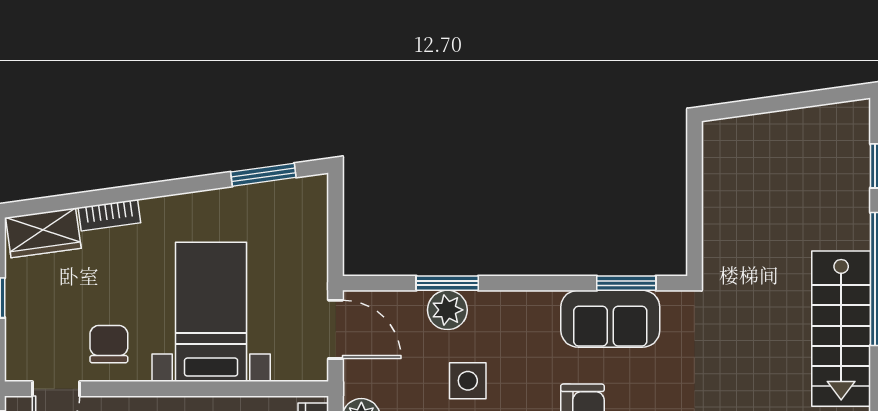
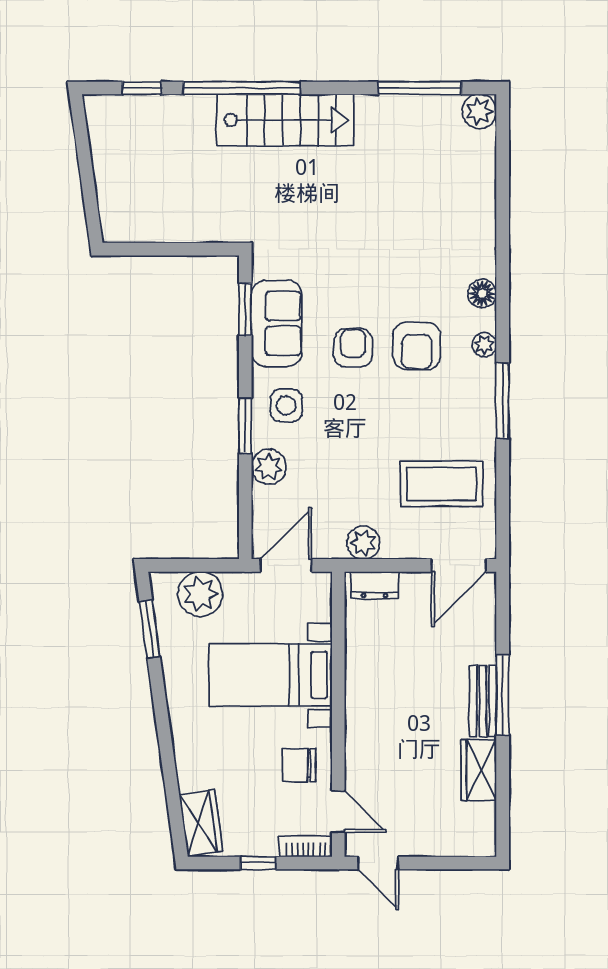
bookcase: (109, 215) -> (306, 846), moved, turned -82
plant: (303, 232) -> (200, 594), added
window: (447, 283) -> (245, 426), moved
side table: (468, 381) -> (286, 405), moved

